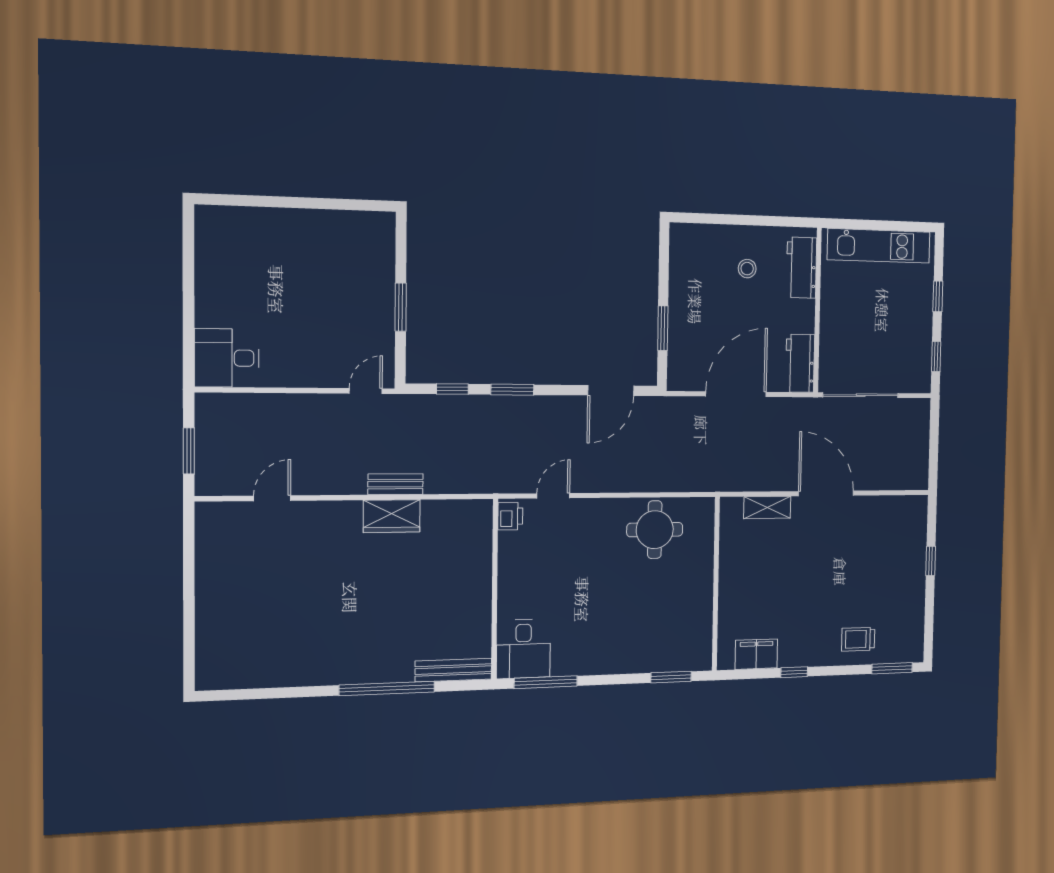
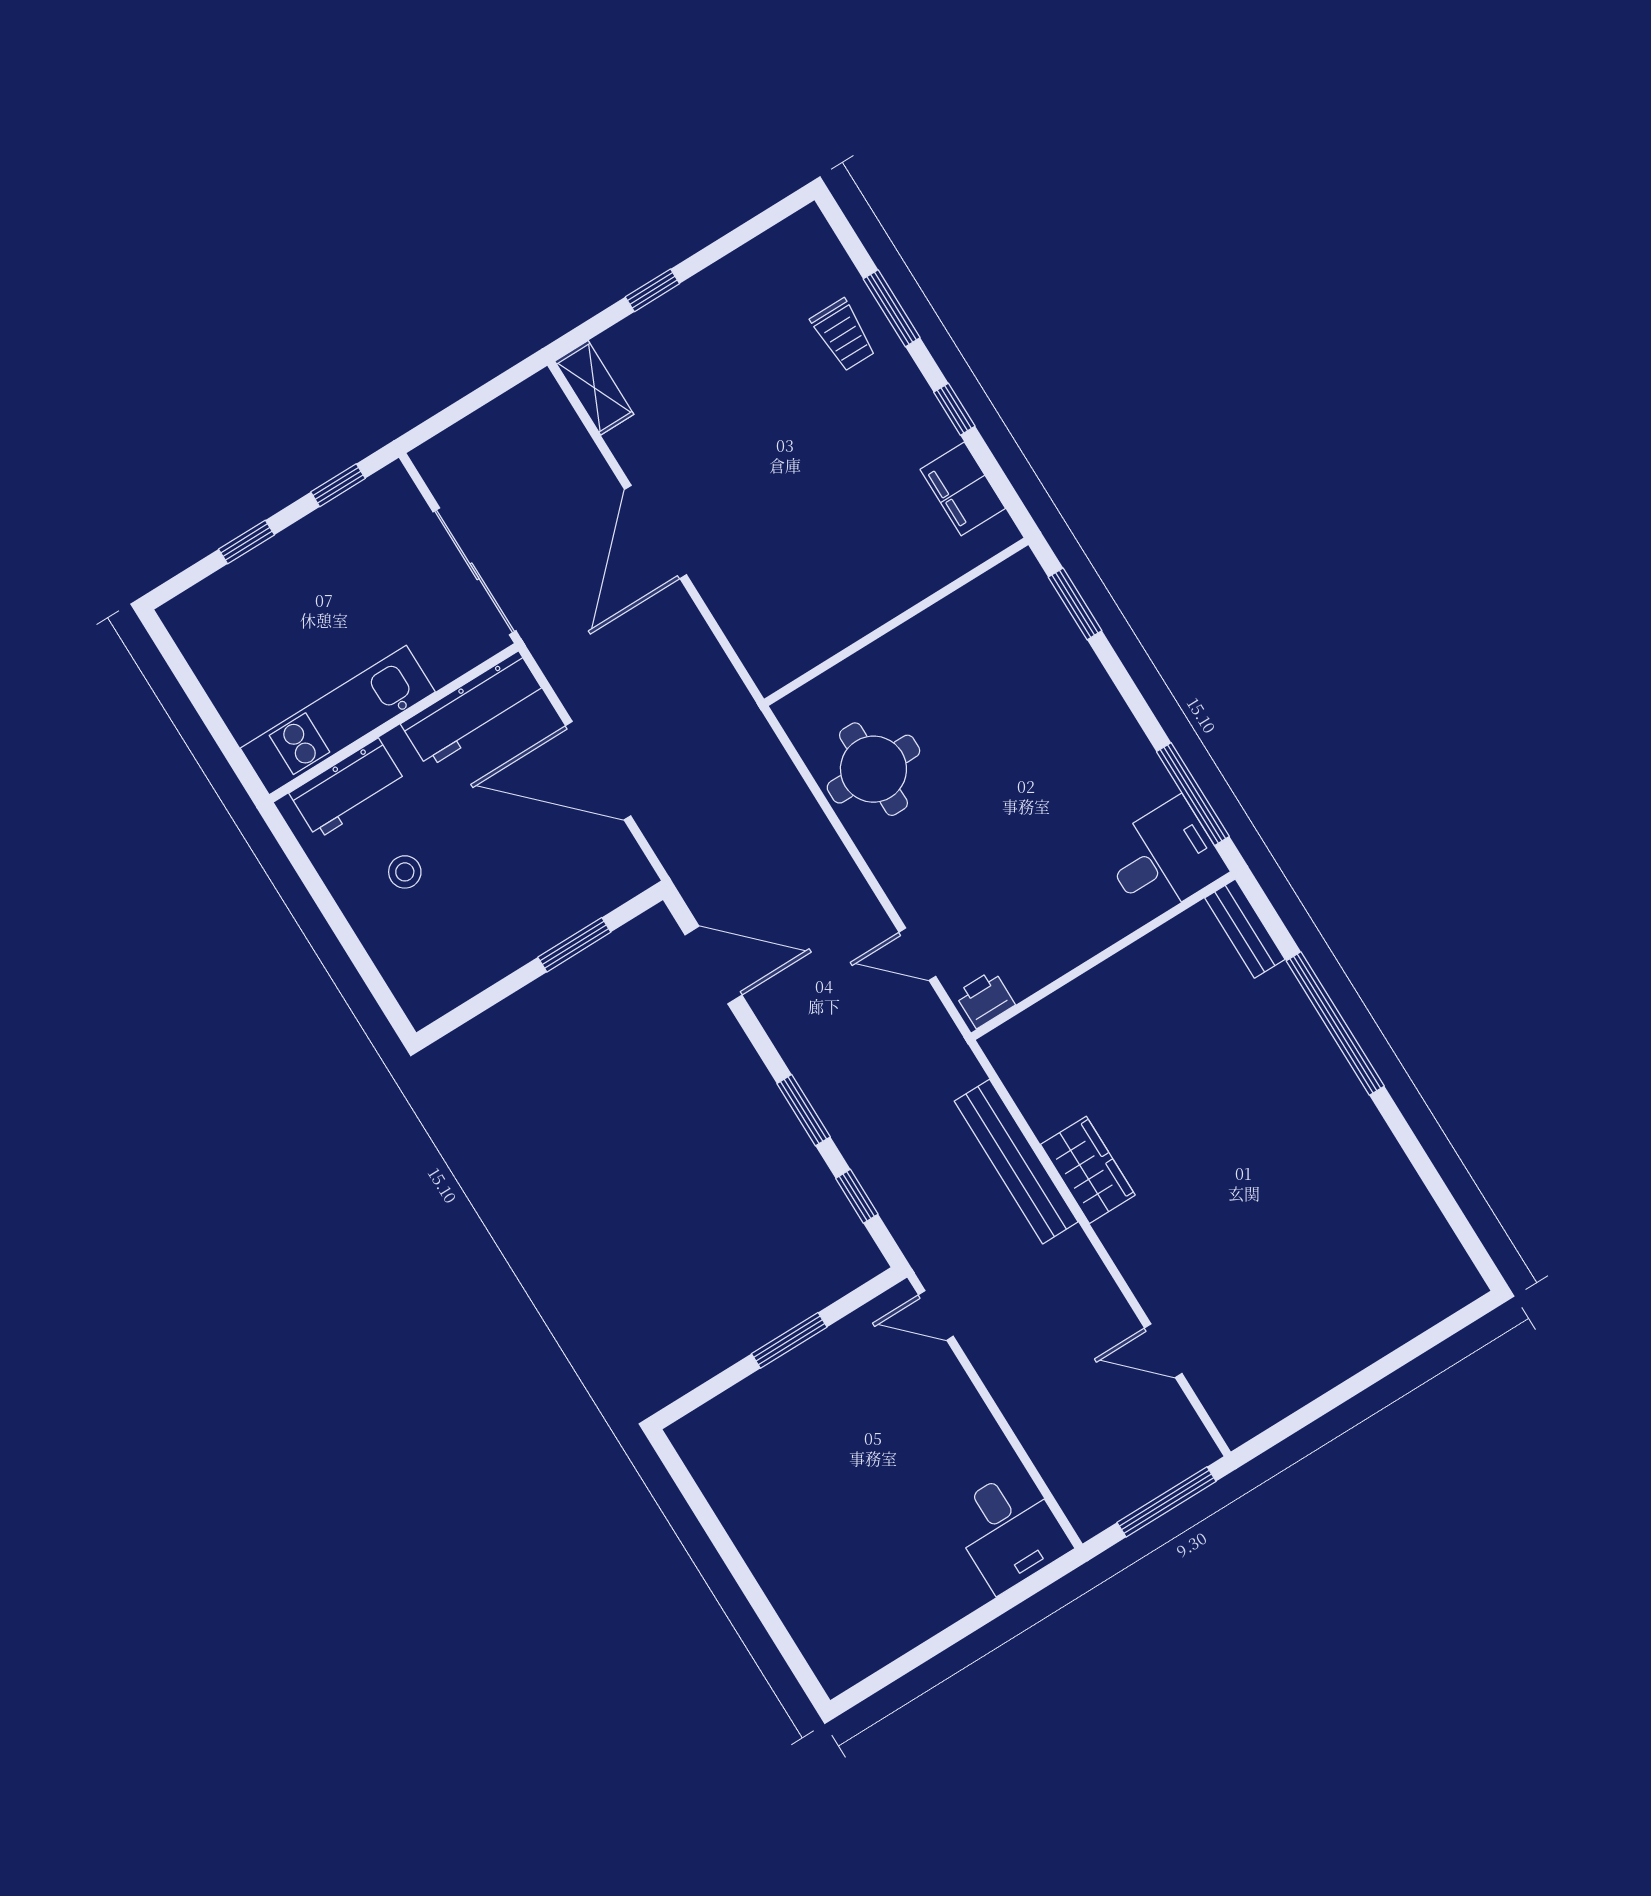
kitchen unit: (879, 246) -> (338, 720), moved, turned -90
workbench: (800, 363) -> (473, 710), width x1.37
window: (189, 451) -> (1167, 1502), width x1.44
bench: (395, 484) -> (1016, 1162), width x1.86, depth x1.21
shelving: (767, 507) -> (594, 388), moved
window: (892, 668) -> (892, 308), moved
bench: (453, 670) -> (1245, 929), width x0.73

